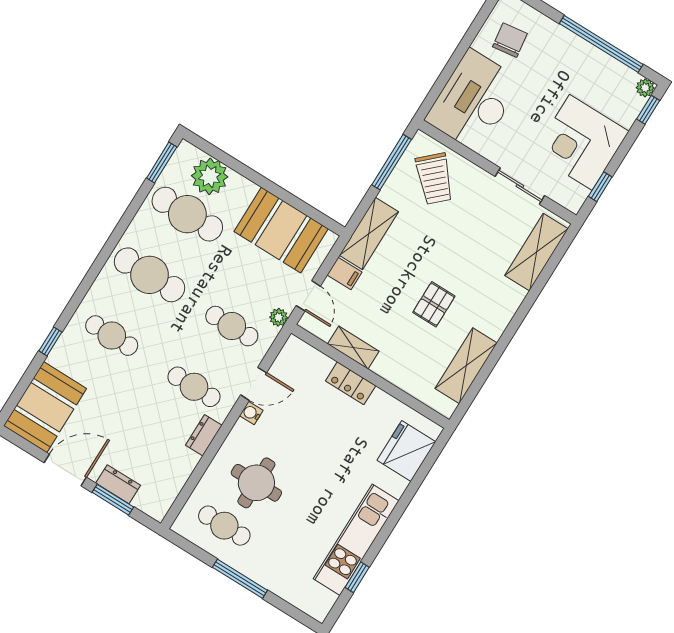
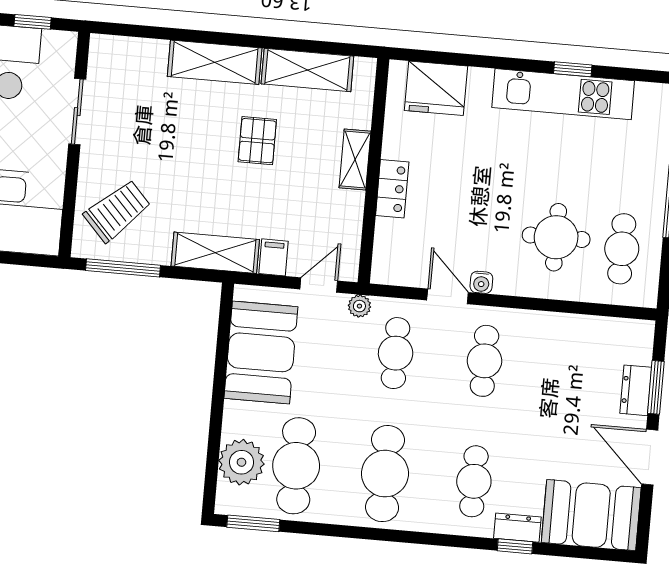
shelving: (536, 252) -> (215, 62), moved
pallet: (434, 304) -> (257, 141), turned 90
shelving: (353, 348) -> (355, 159), moved
dresser: (204, 435) -> (517, 528), moved, turned 180
window: (357, 577) -> (573, 69), moved

